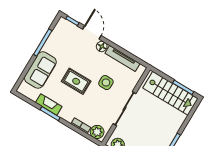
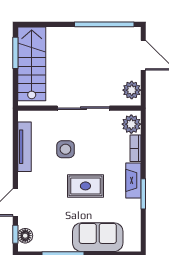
floor lamp: (102, 47) -> (25, 236), moved
rug: (76, 81) -> (85, 186), turned 90
fireplace: (49, 105) -> (133, 180), moved

